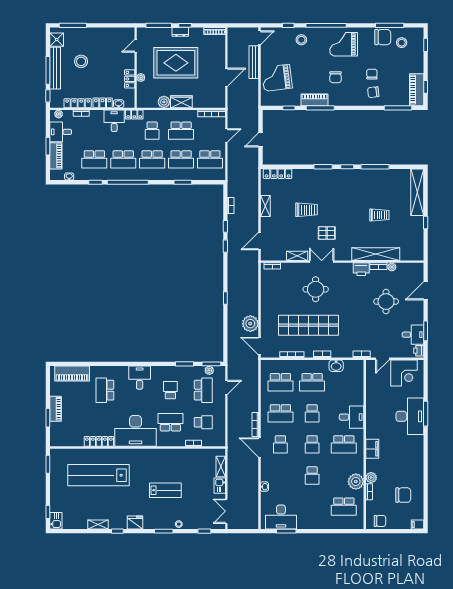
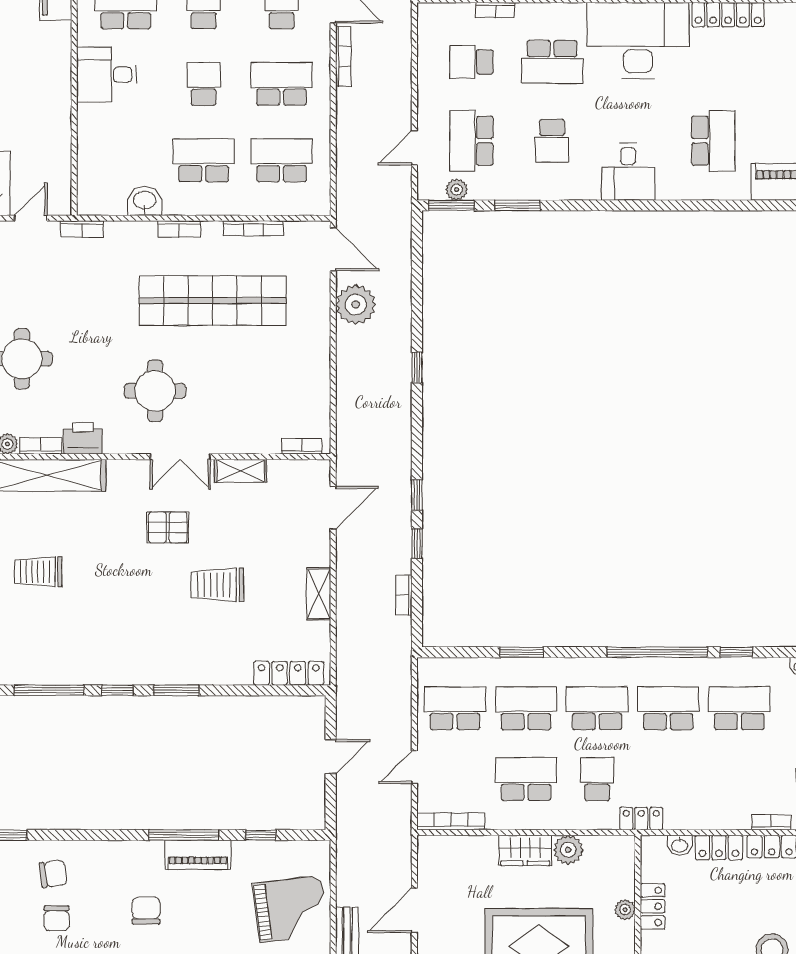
desk: (114, 121) -> (690, 803), removed
round table: (316, 289) -> (155, 391), moved

